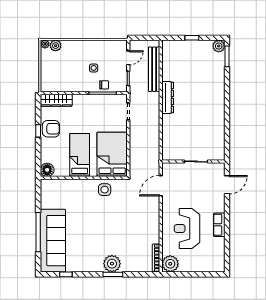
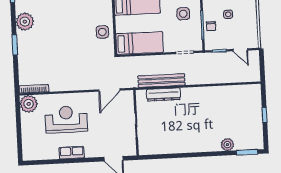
plant: (219, 46) -> (227, 145), moved
bench: (154, 69) -> (161, 81), moved
dresser: (168, 98) -> (164, 95), moved
side table: (91, 111) -> (183, 14), added
bed: (112, 154) -> (140, 43), width x0.67
door: (161, 186) -> (109, 90), swing flipped
plant: (112, 264) -> (25, 22), moved

